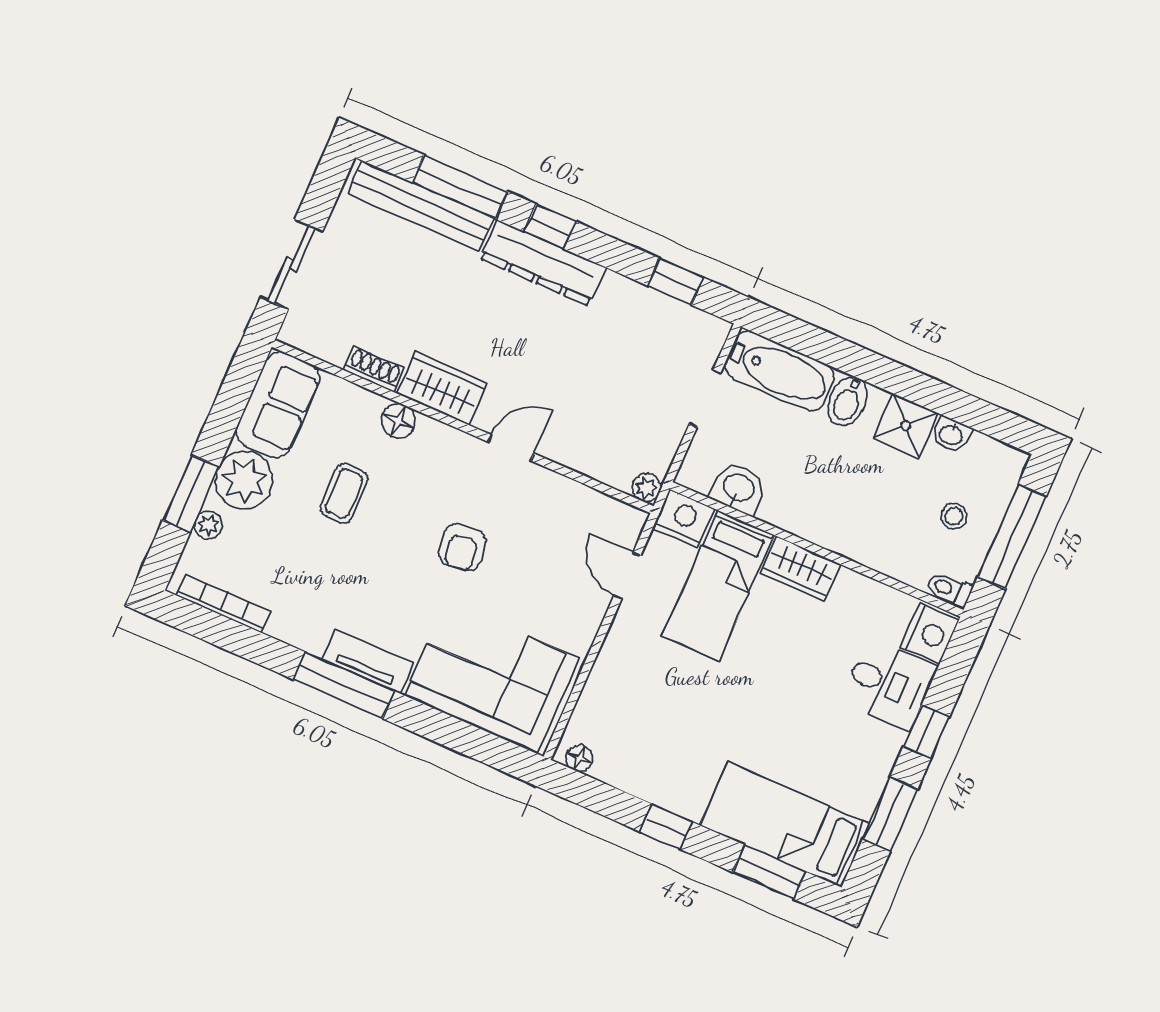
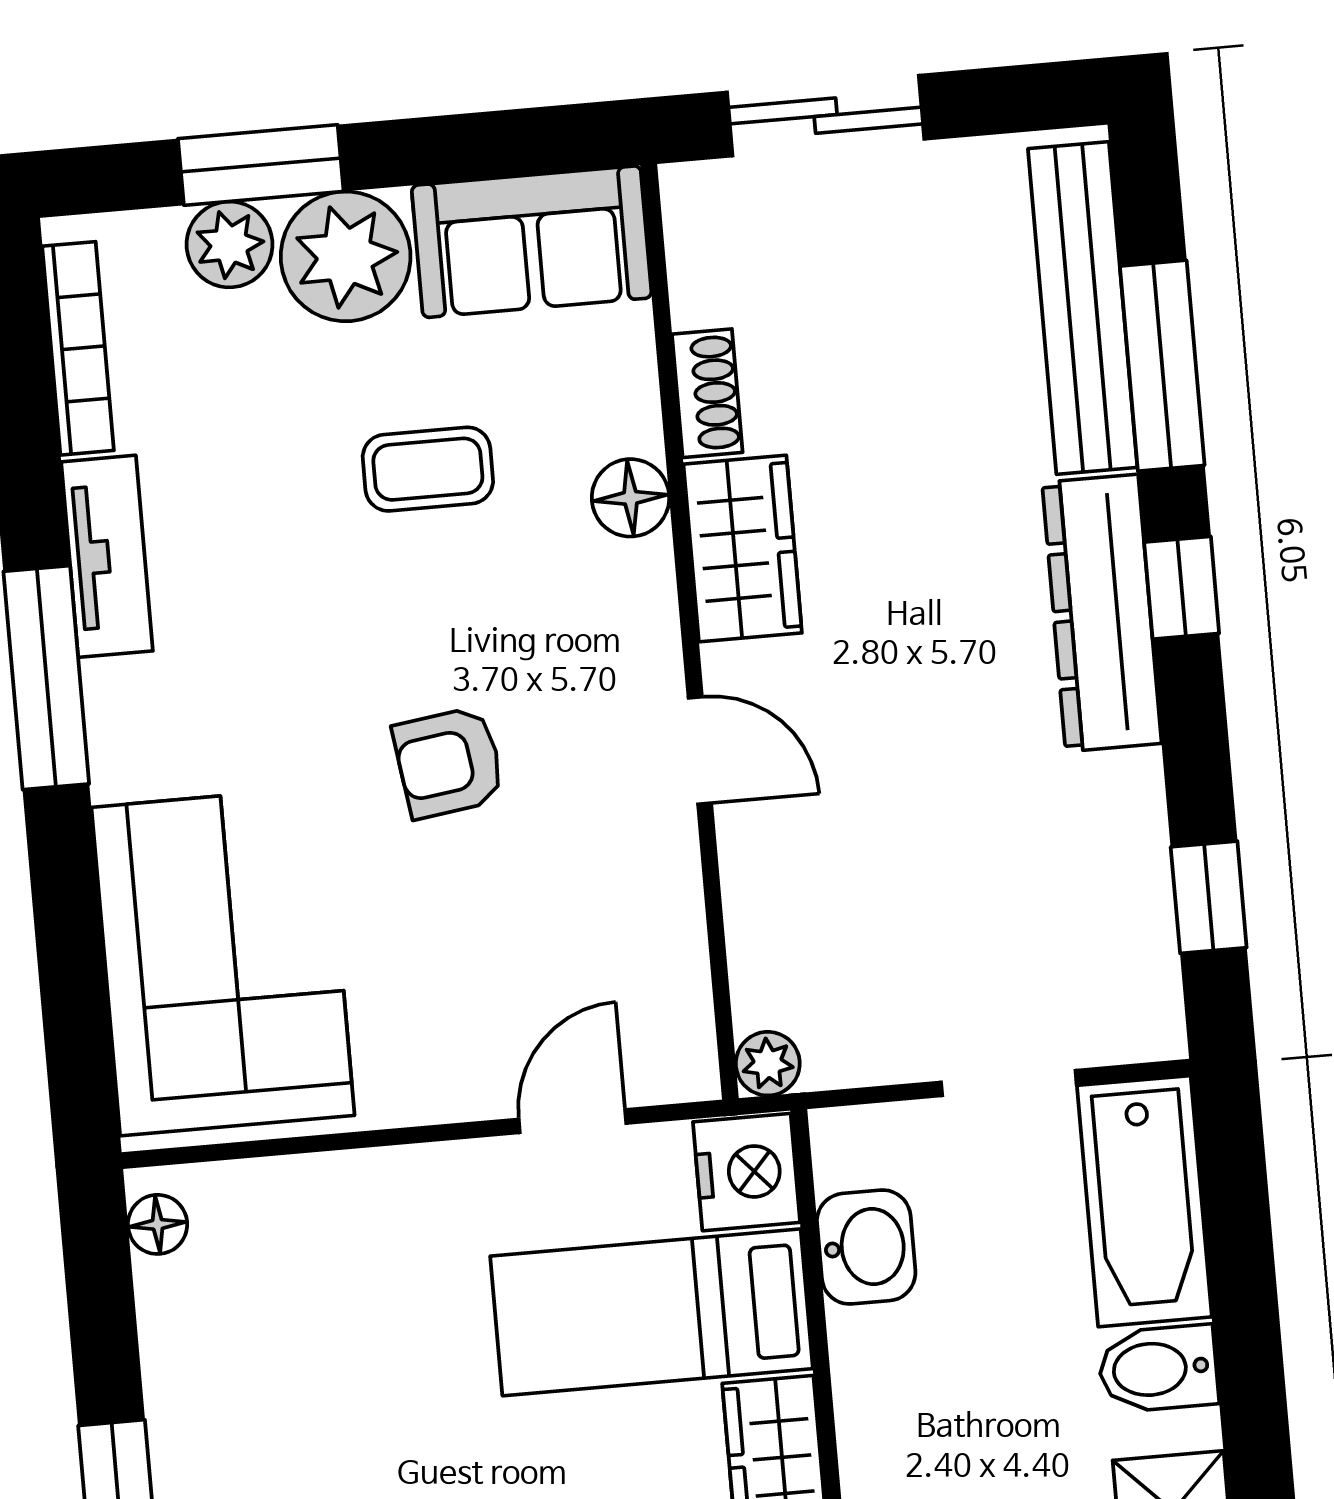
plant: (208, 525) -> (229, 244), width x1.38, depth x1.38
tv unit: (368, 662) -> (107, 556), moved

